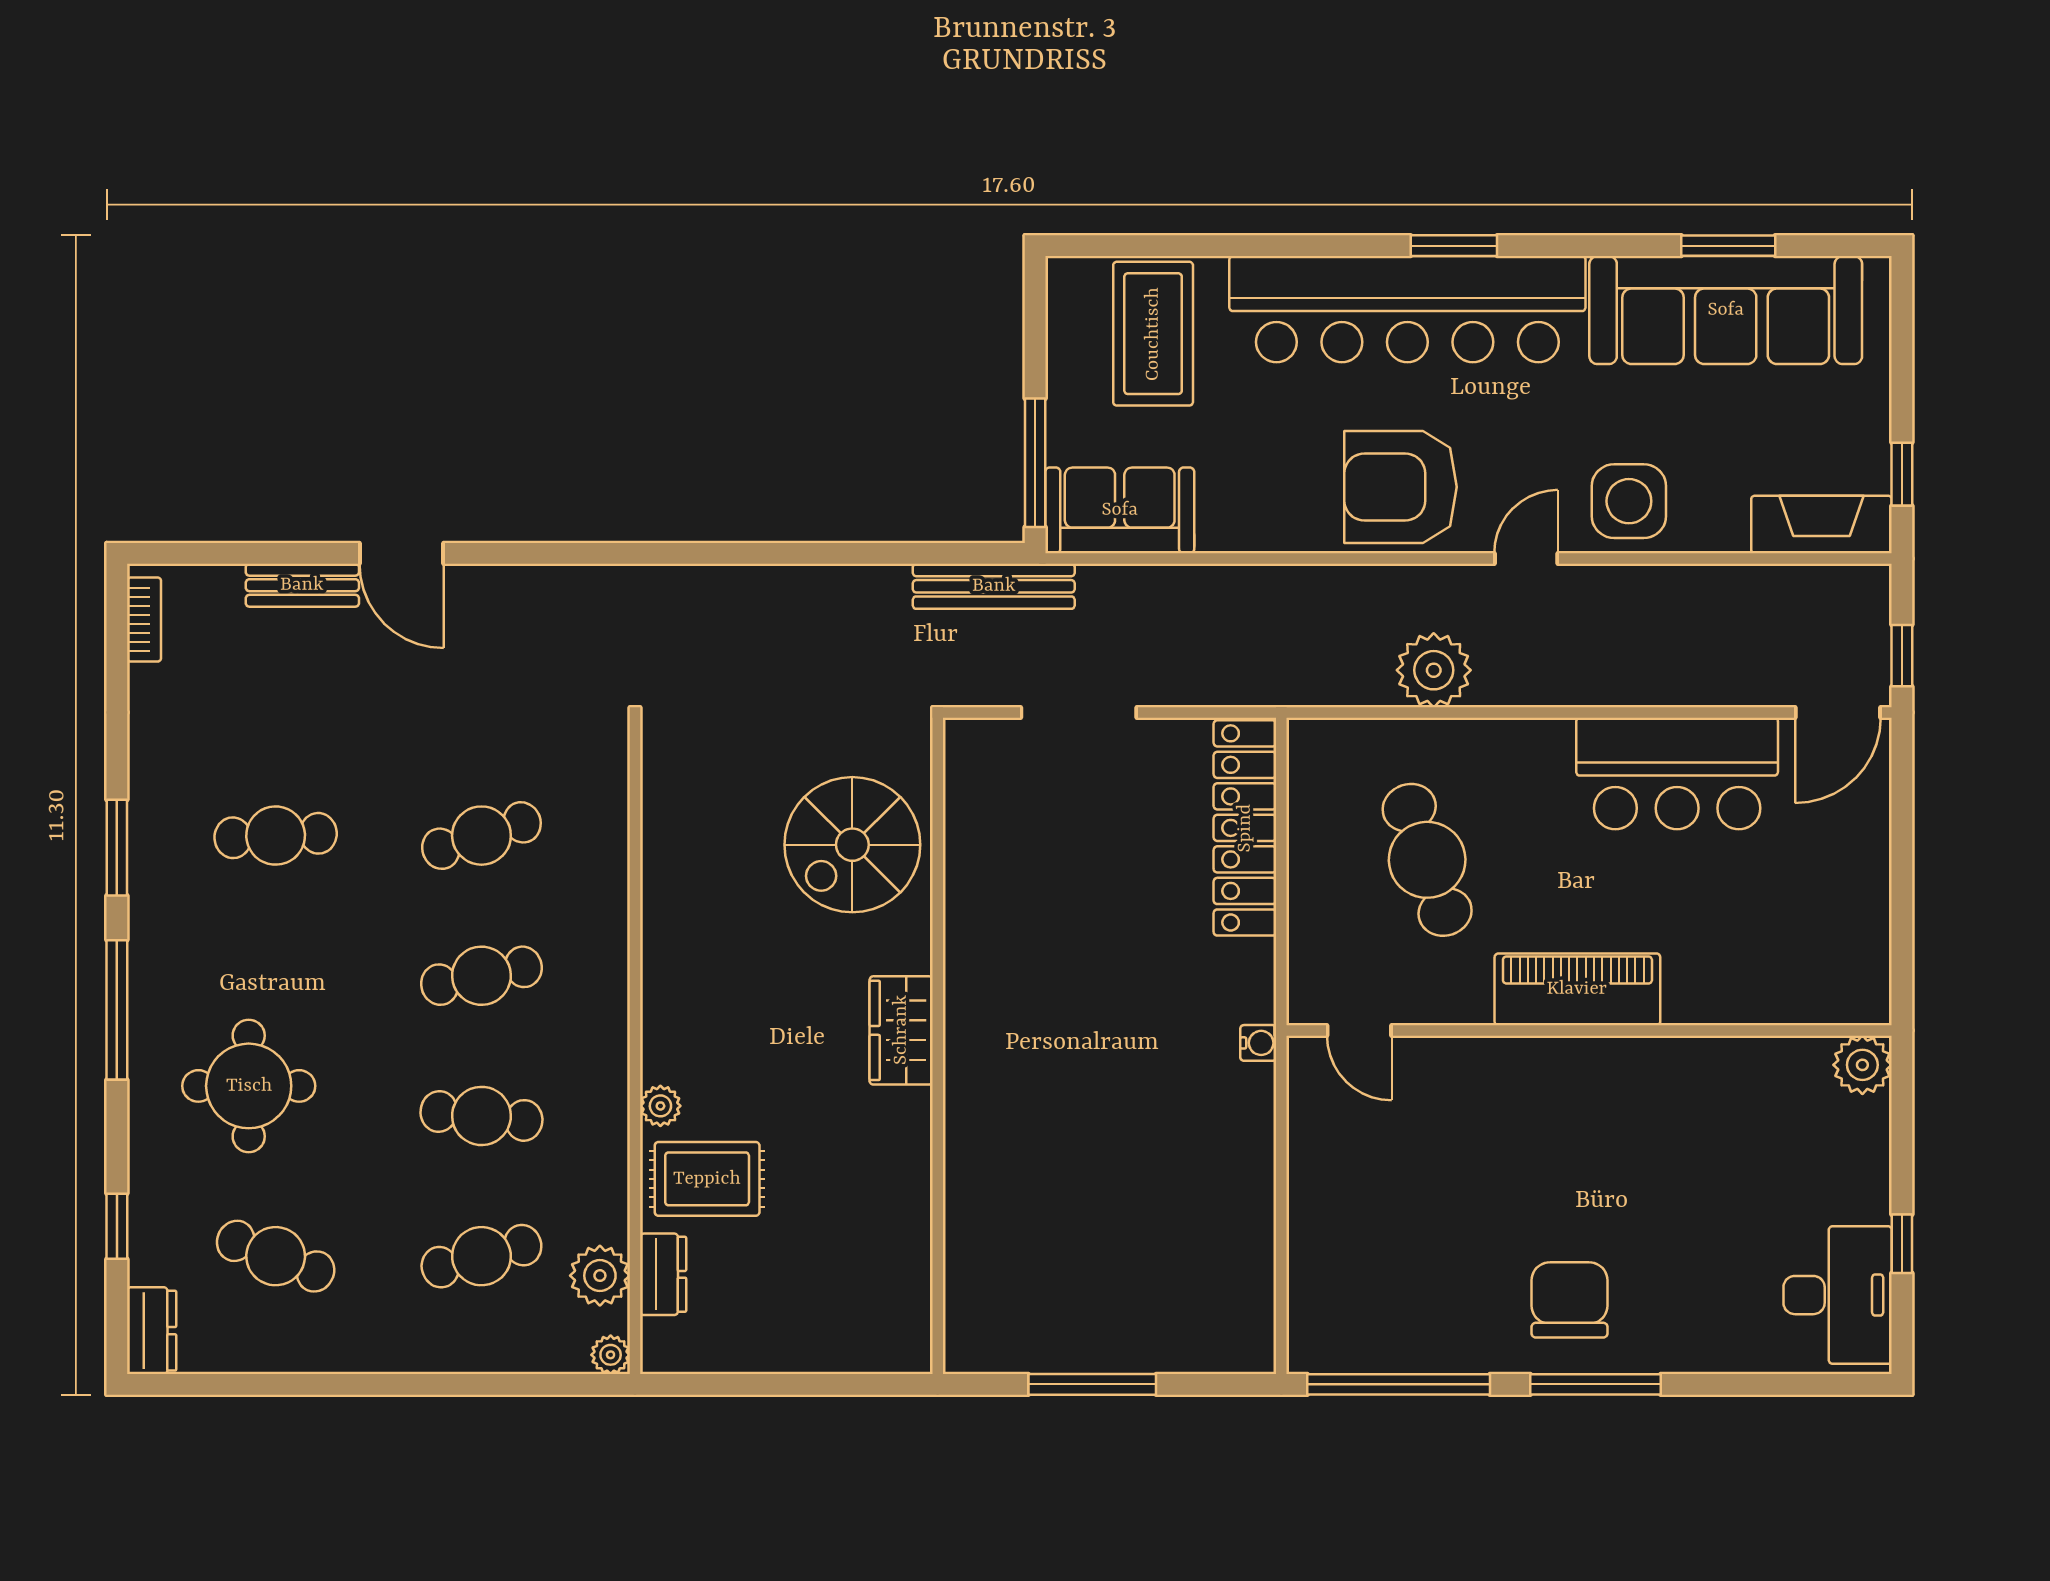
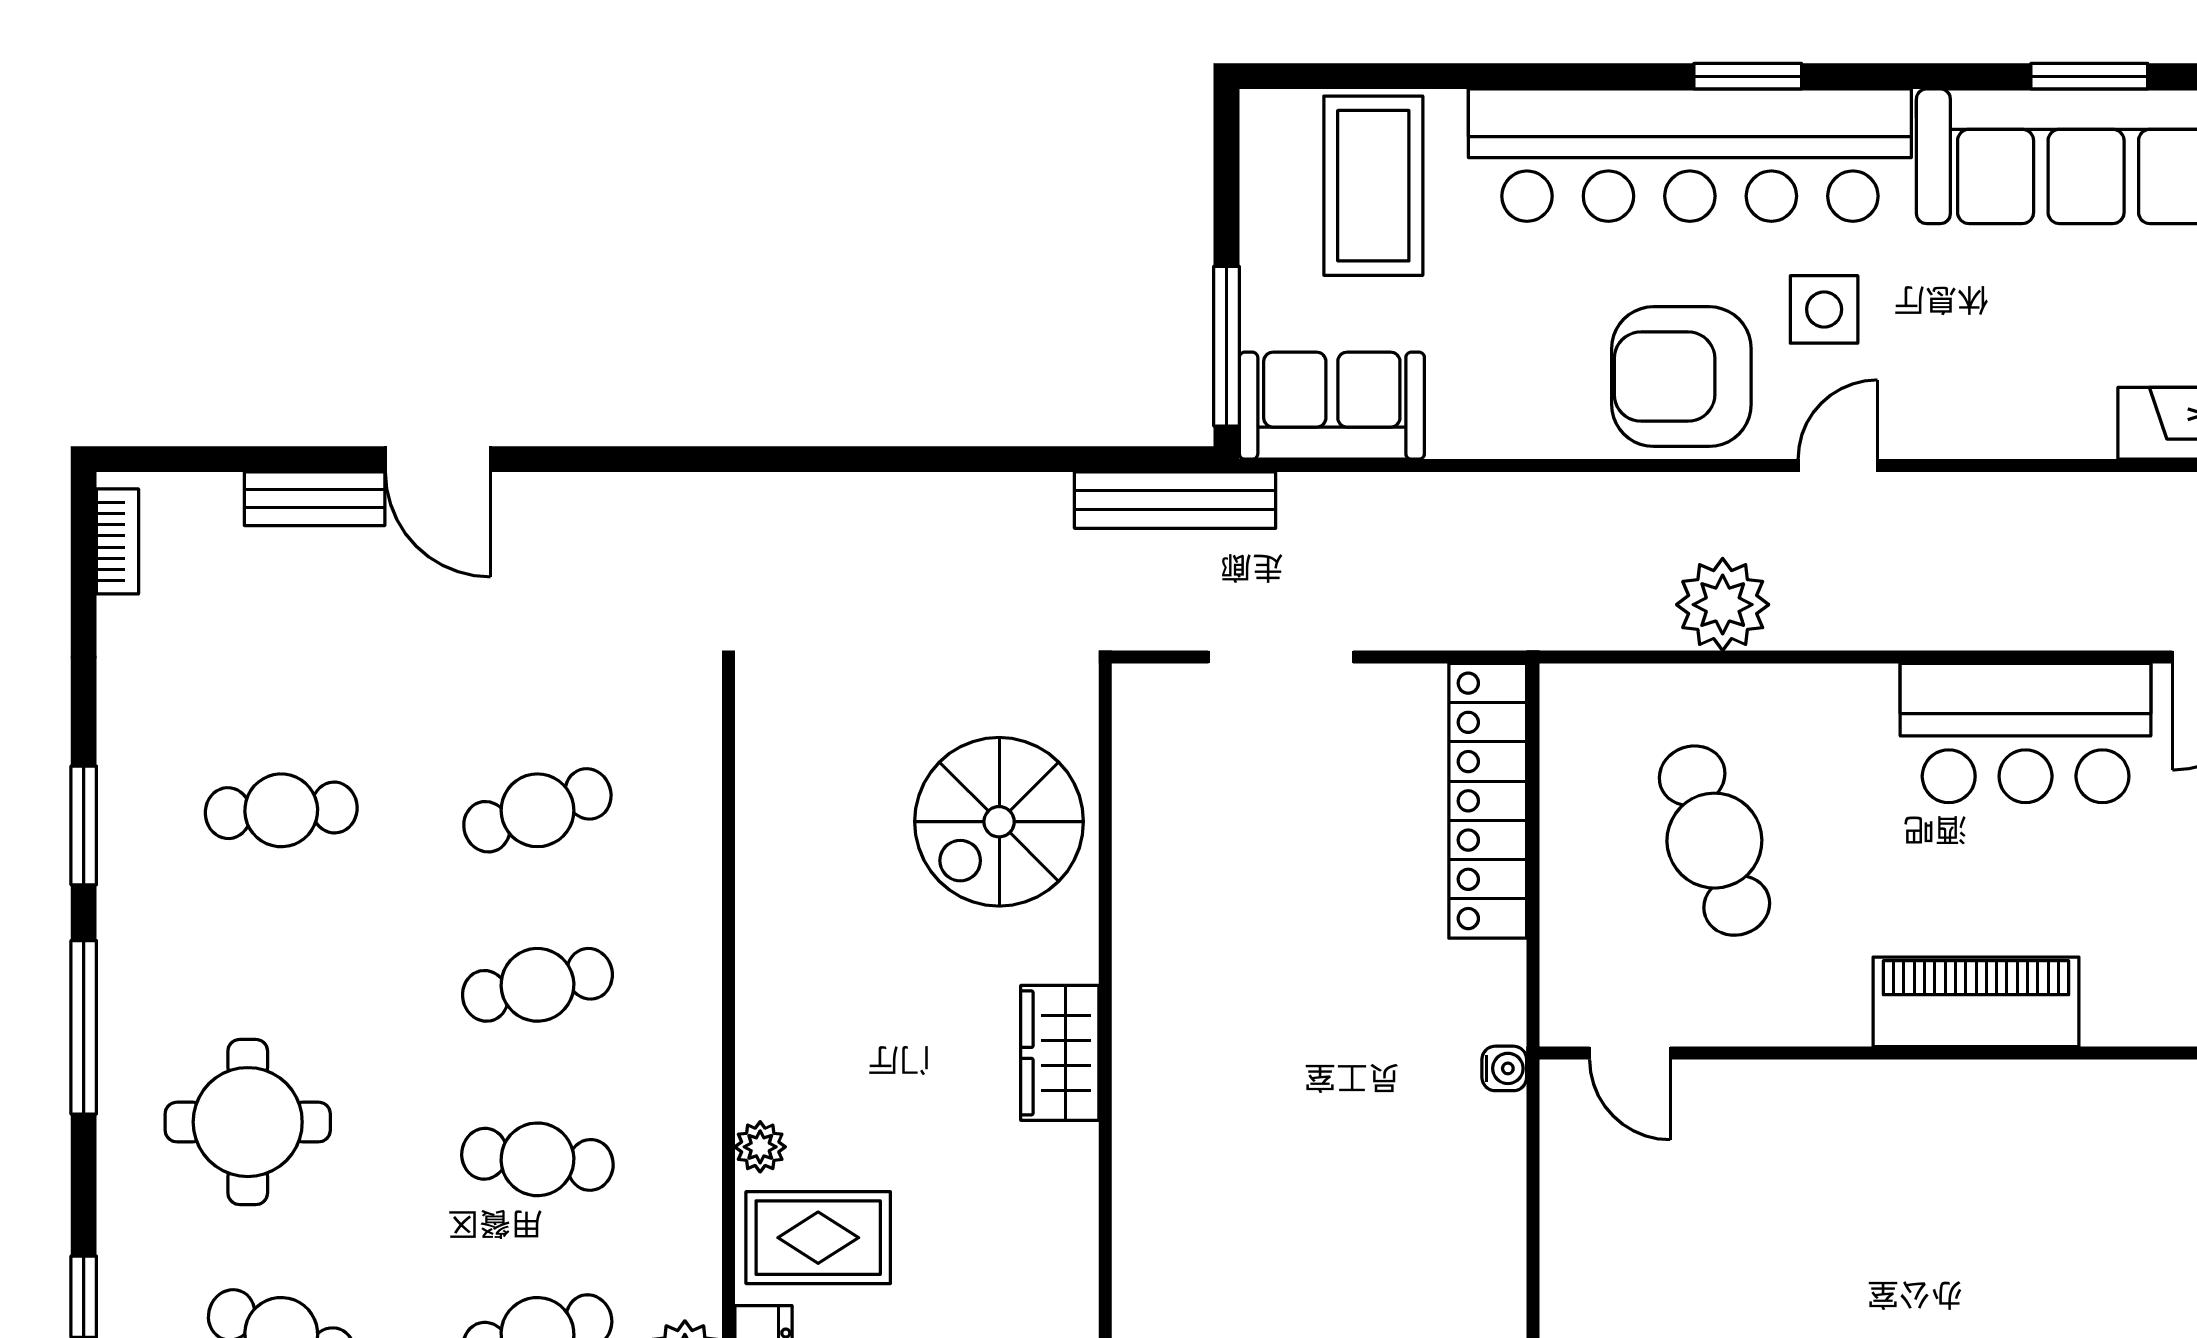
side table: (1629, 501) -> (1824, 309), moved, width x0.73, depth x0.73
piano: (1577, 989) -> (1976, 1002), moved

